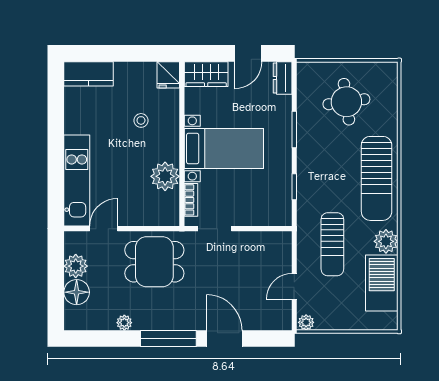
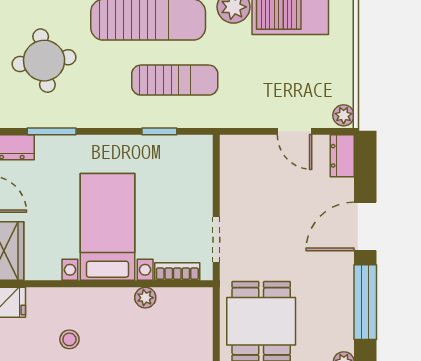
window: (294, 129) -> (52, 131), moved
plant: (165, 176) -> (145, 298), width x0.53, depth x0.53
sun lounger: (332, 244) -> (175, 80), moved
dresser: (276, 322) -> (342, 156), added

